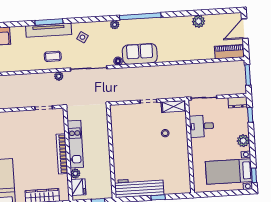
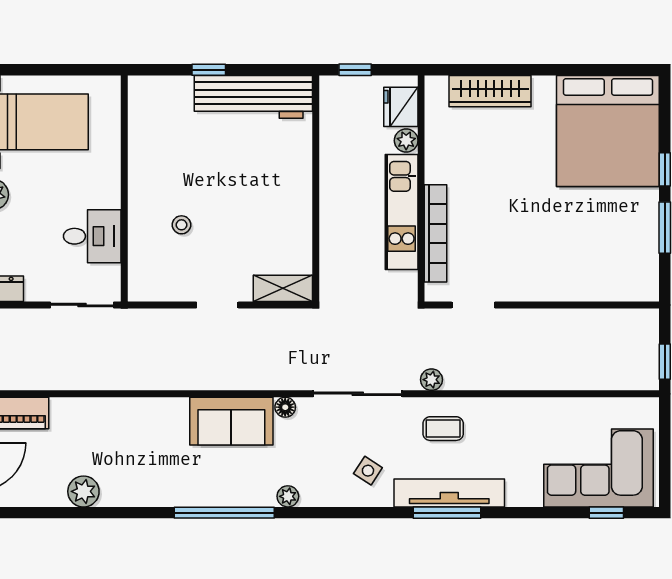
shelving: (174, 106) -> (283, 288), moved
bookcase: (62, 154) -> (436, 233), moved

